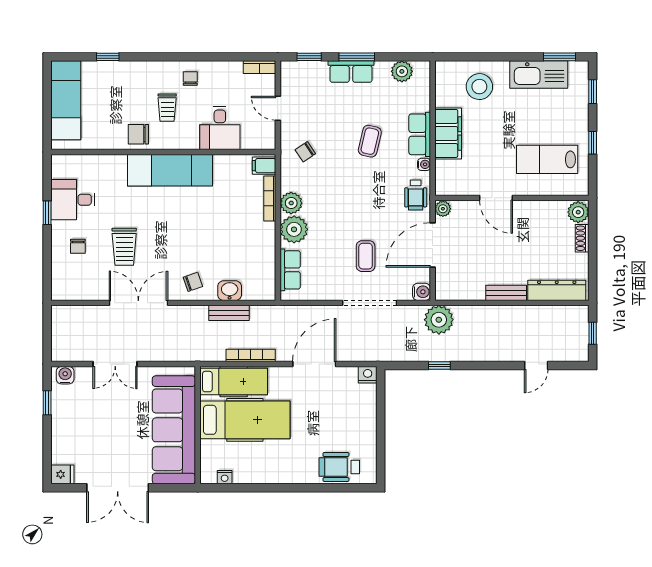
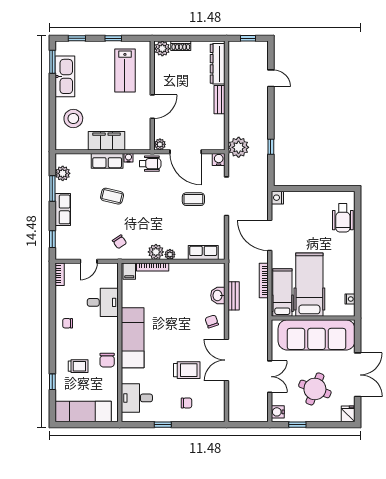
window: (357, 57) -> (52, 189), moved
trolley: (167, 108) -> (78, 366), moved
desk: (73, 200) -> (137, 398), moved, turned 90
plant: (294, 229) -> (170, 254), width x0.53, depth x0.53
round table: (98, 428) -> (315, 389), added

